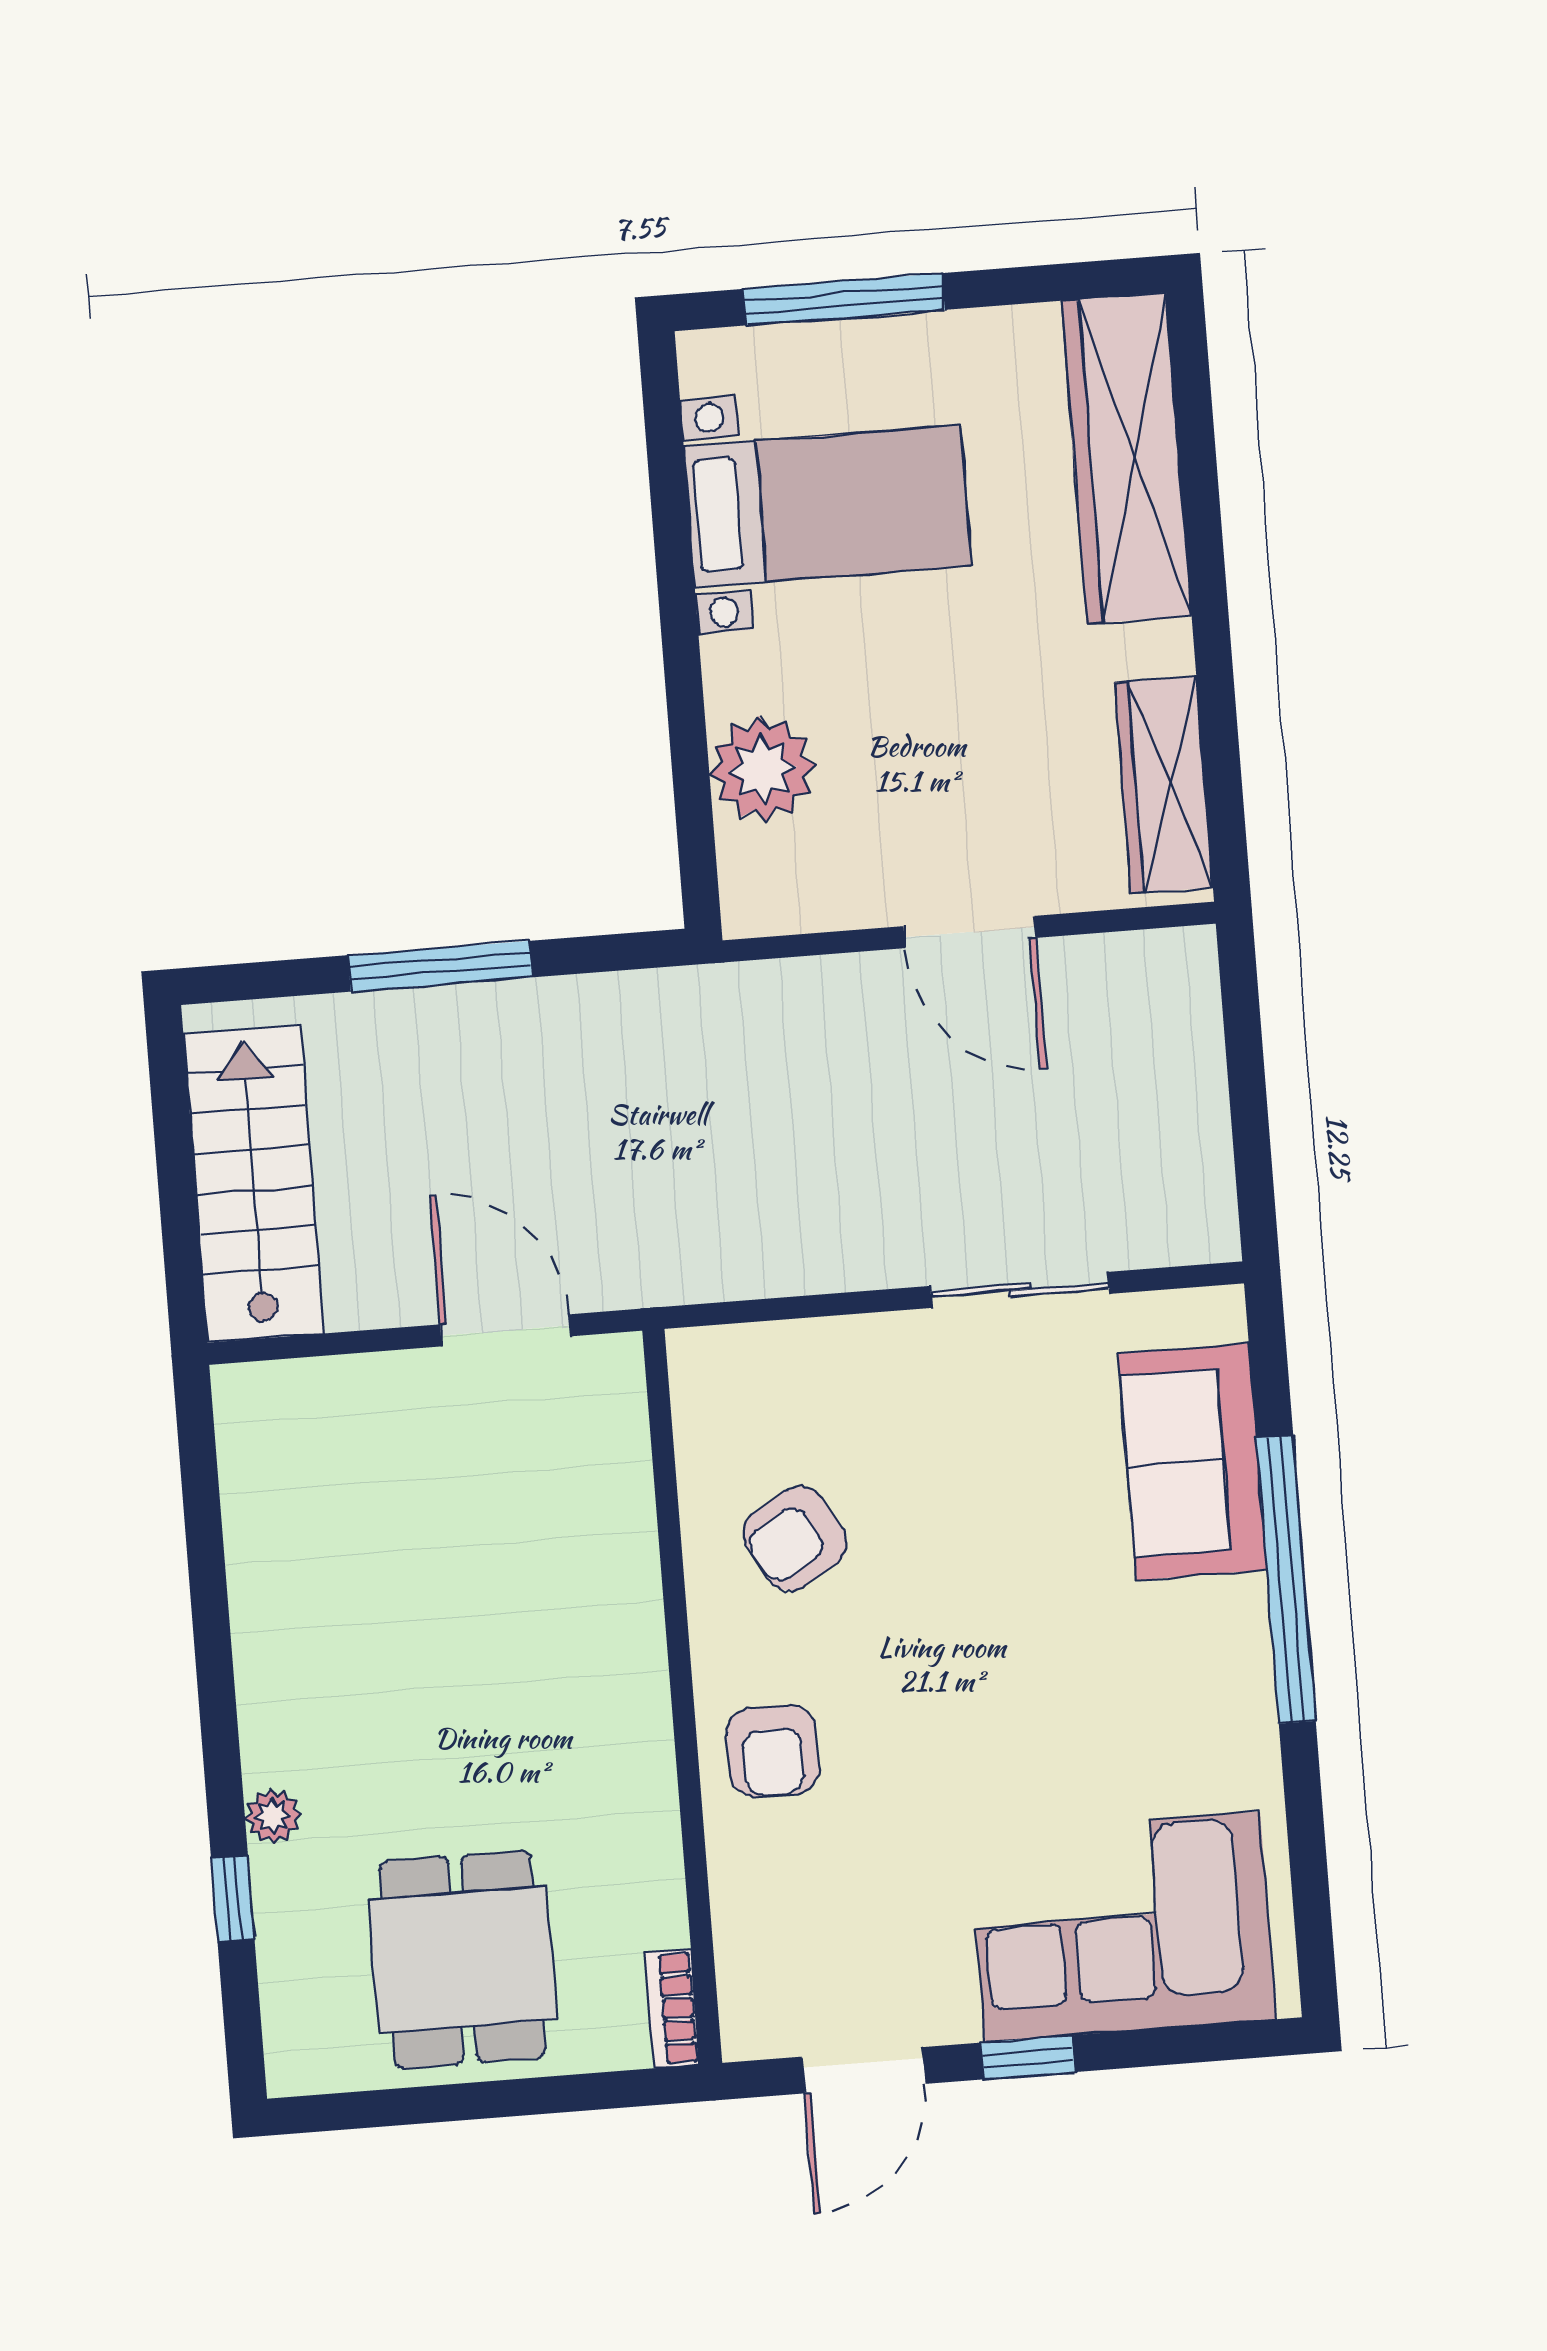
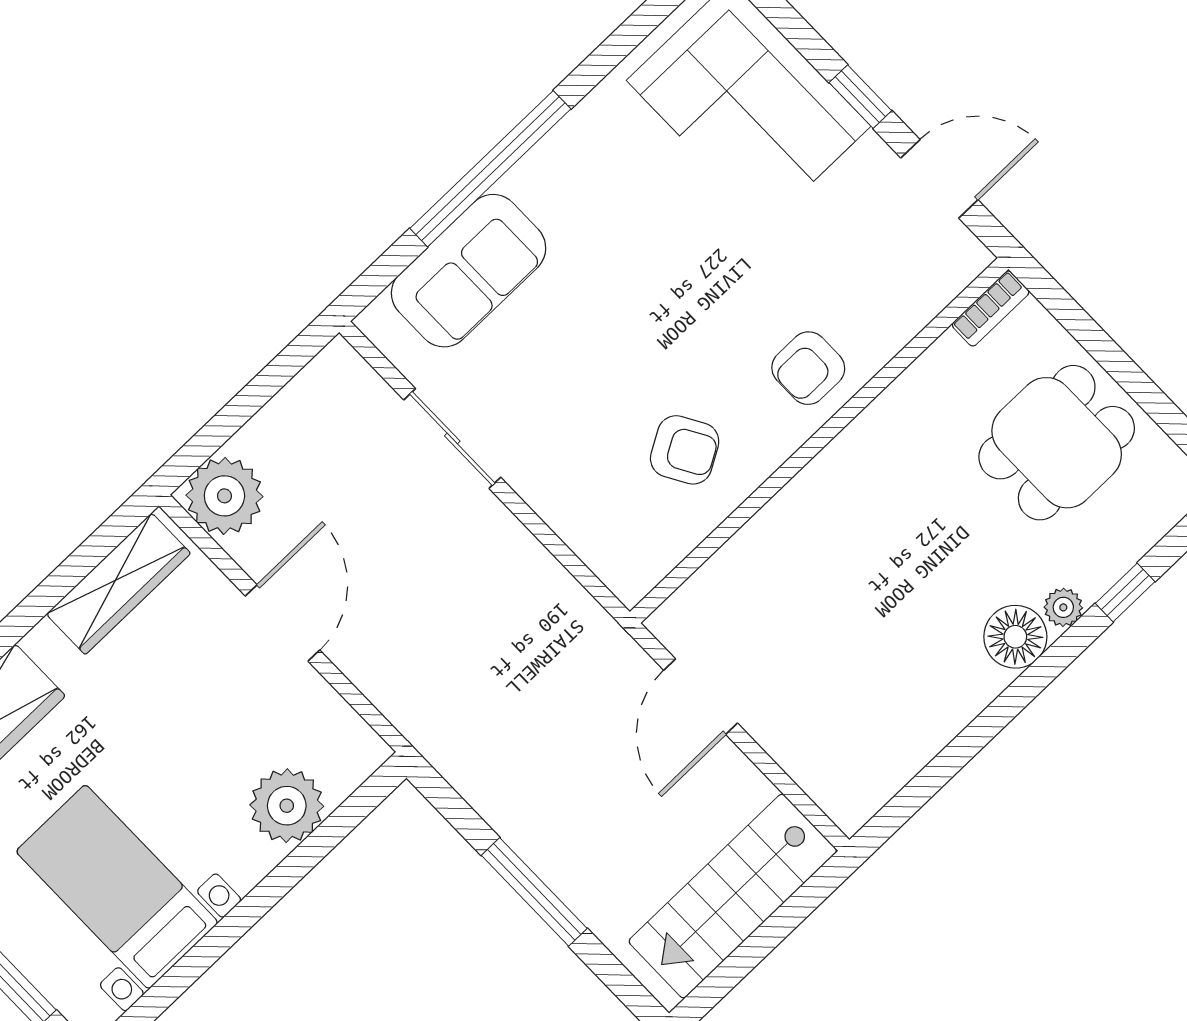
plant: (1165, 984) -> (224, 496), added
floor lamp: (284, 1736) -> (1015, 637), added
armchair: (773, 1751) -> (808, 368), turned 180

